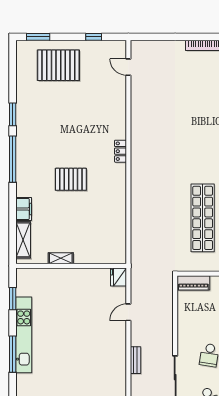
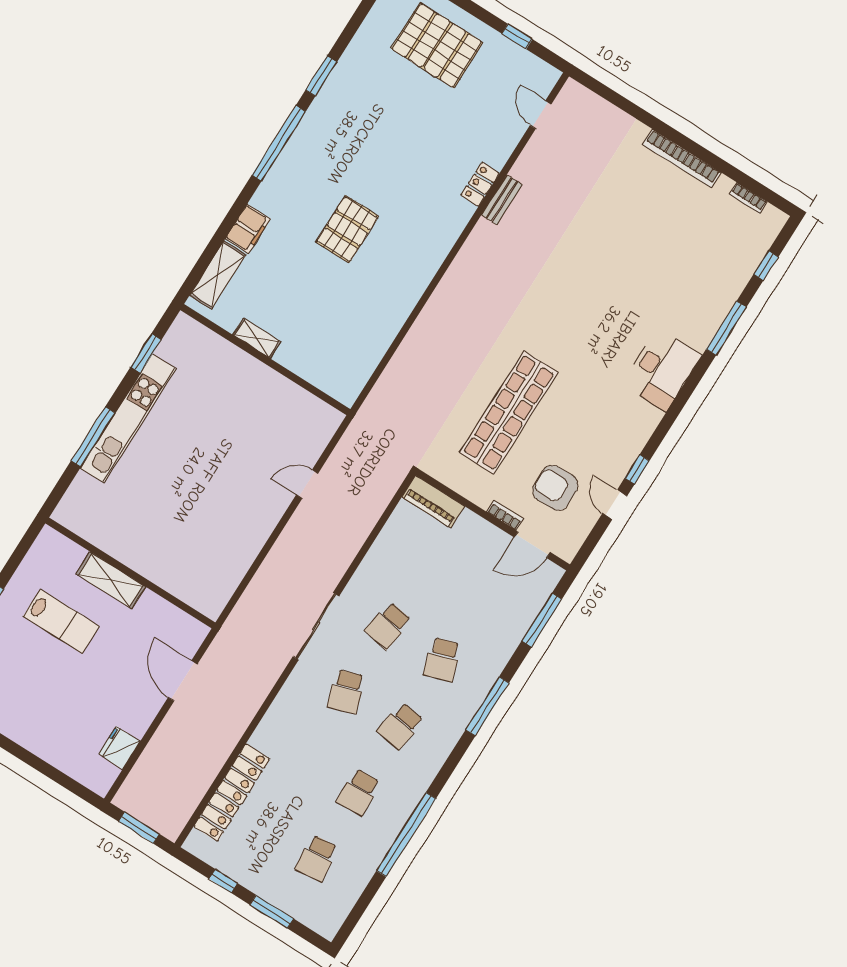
locker: (120, 151) -> (480, 184), moved
pallet: (71, 179) -> (347, 229), turned 90
fridge: (118, 277) -> (326, 421), removed
bench: (135, 360) -> (502, 200), moved

